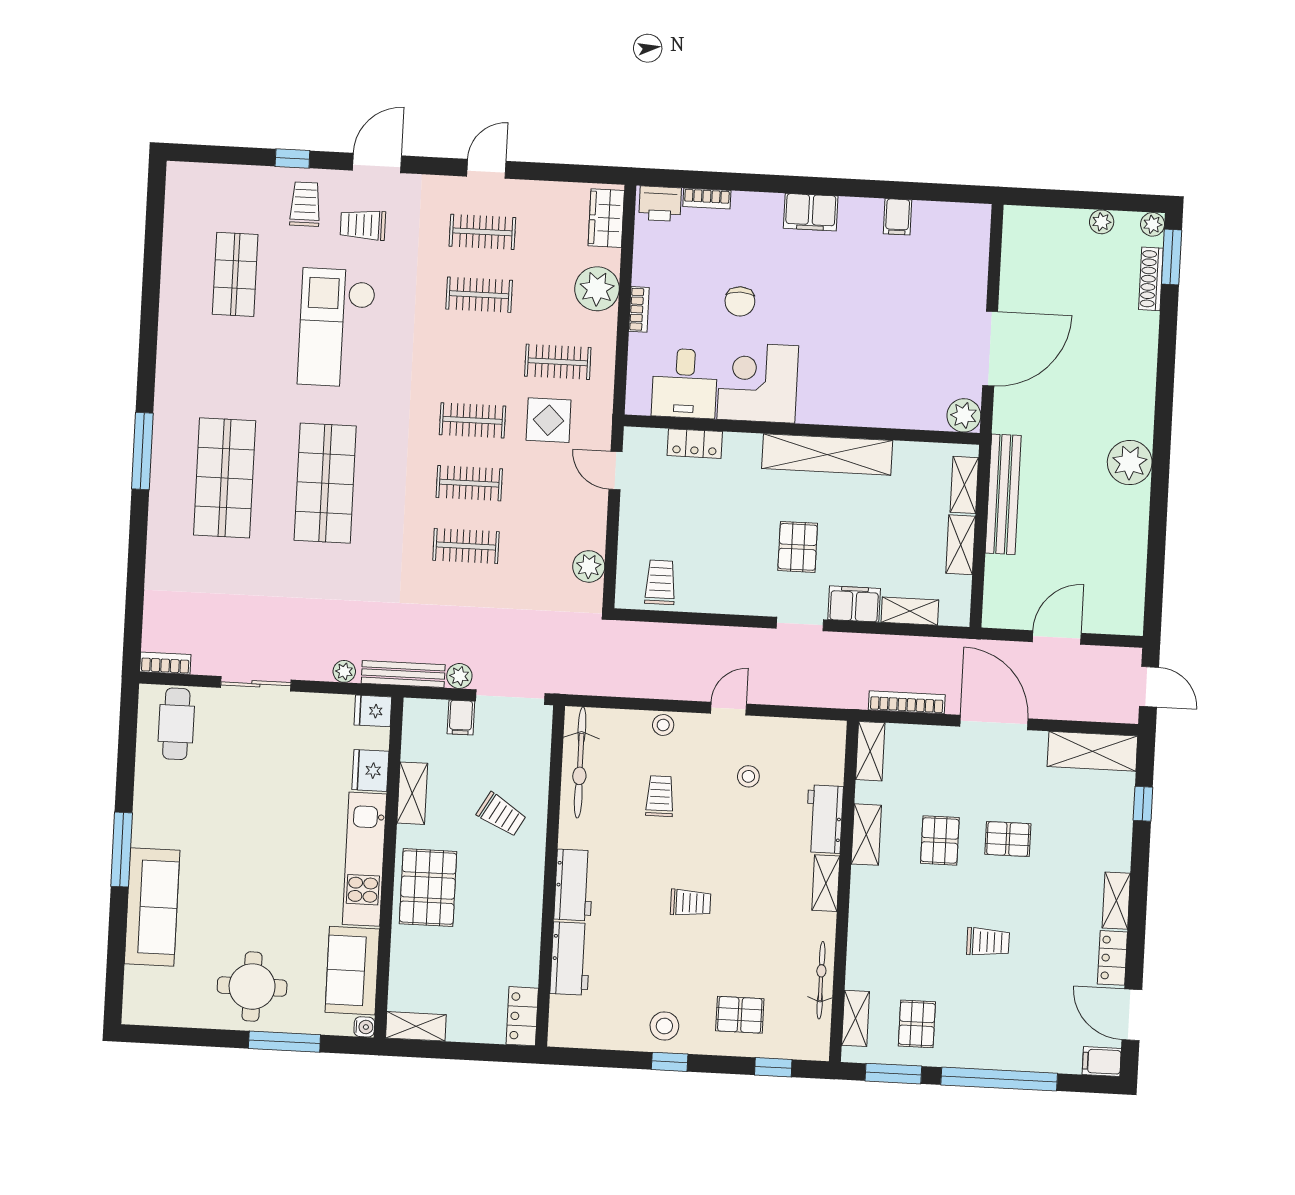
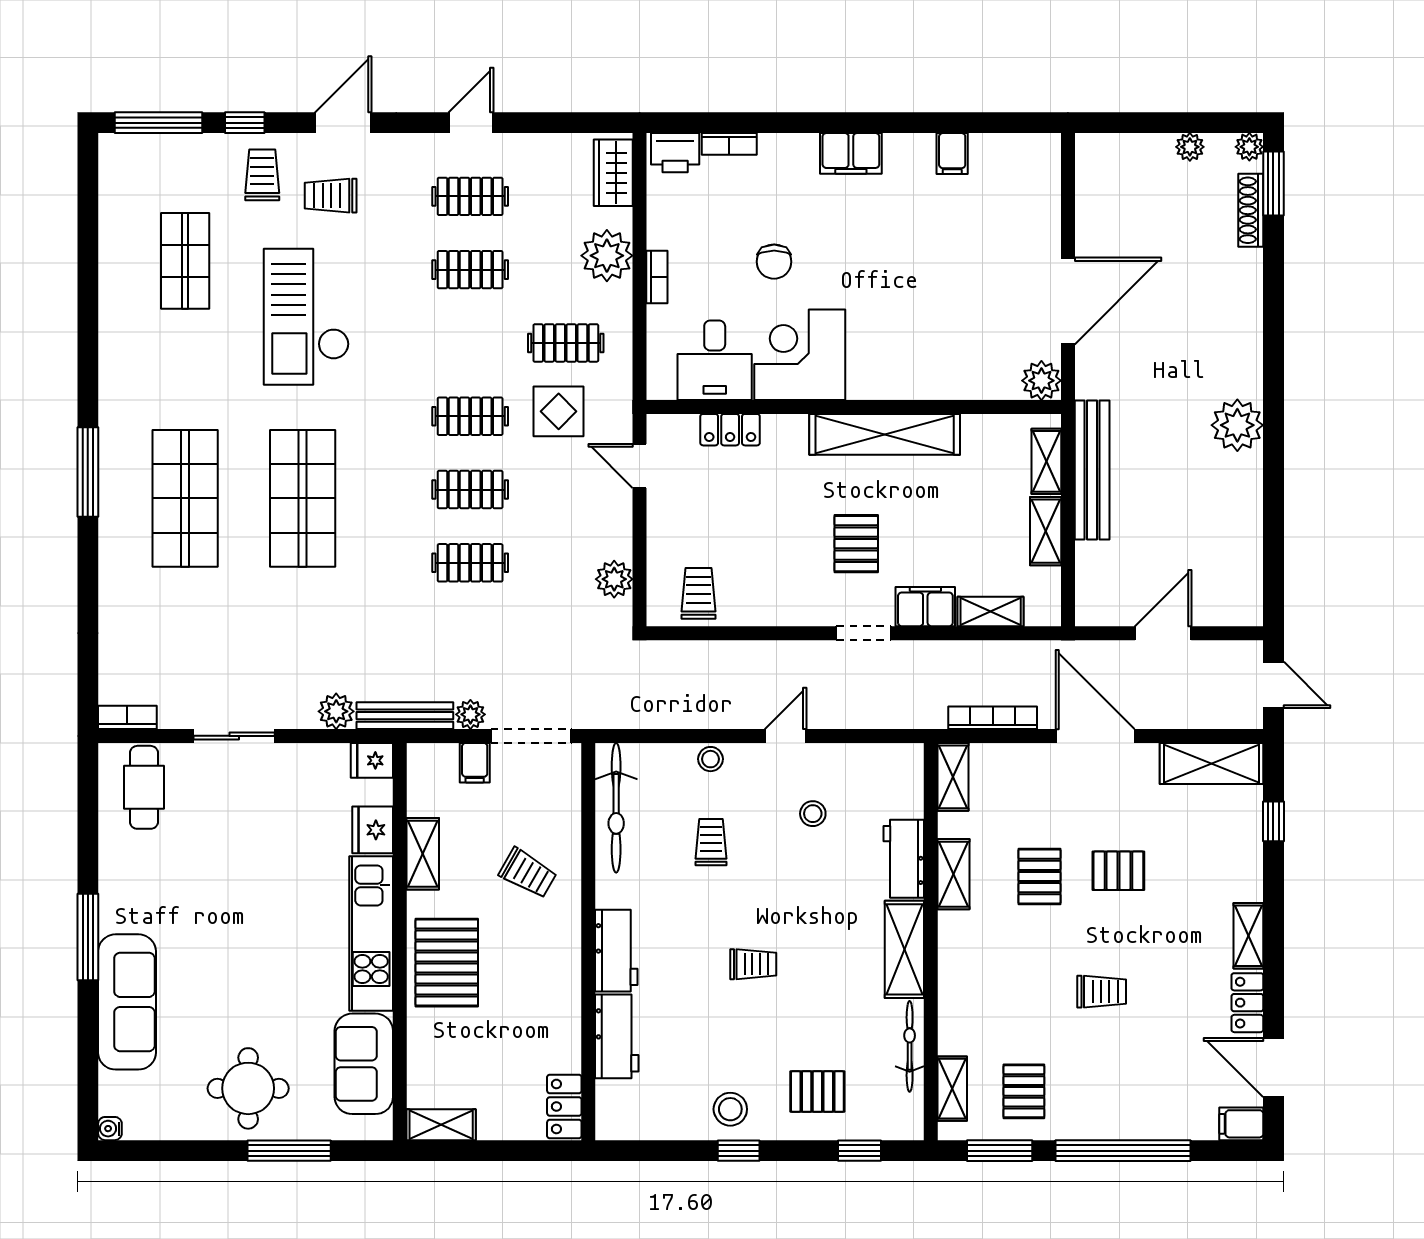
window: (219, 155) -> (159, 123), added
plant: (344, 671) -> (336, 711), width x1.38, depth x1.38
shelving: (826, 883) -> (904, 949), width x1.50, depth x1.33
water cooler: (364, 1027) -> (110, 1129), moved, turned 180

